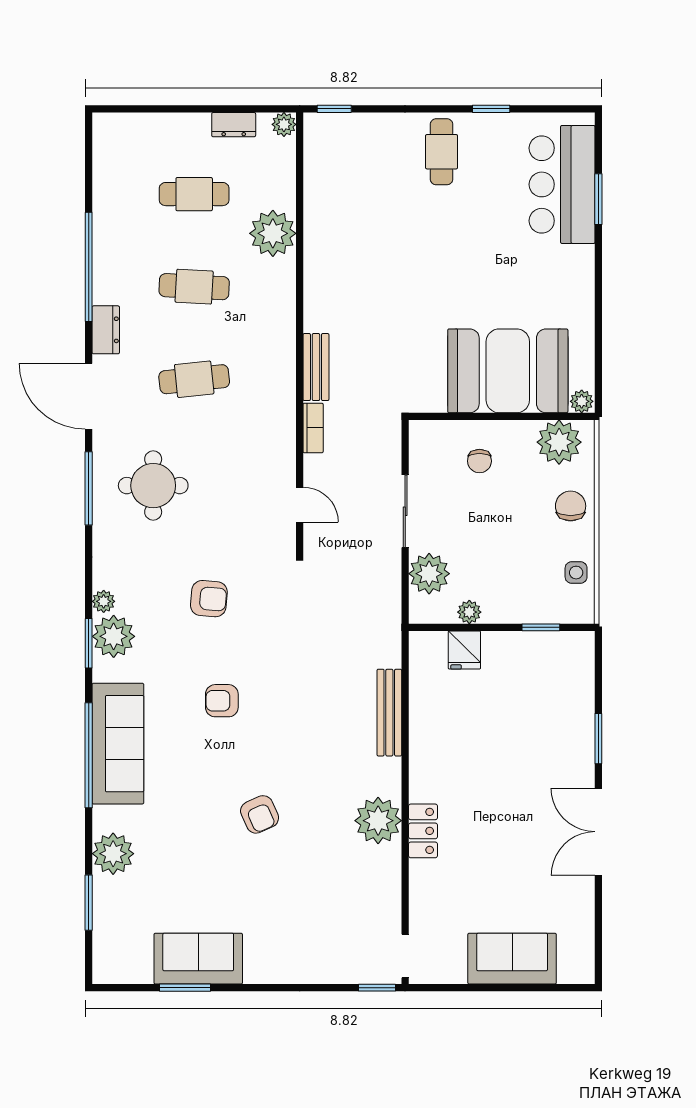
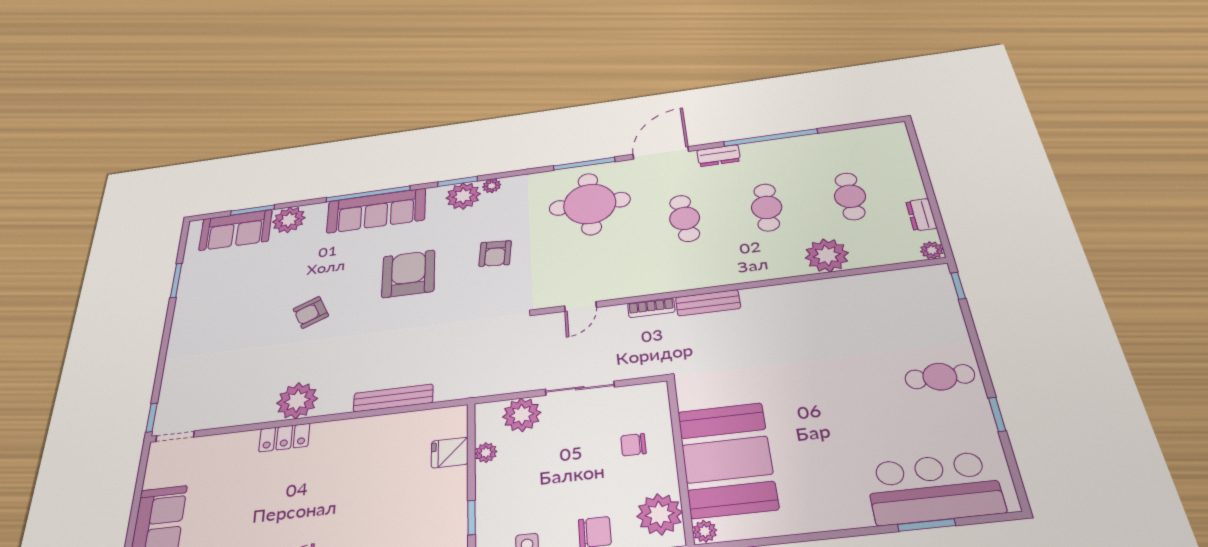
round table: (153, 486) -> (590, 204), width x1.36, depth x1.36
armchair: (222, 701) -> (408, 274), width x1.88, depth x1.88
sofa: (198, 959) -> (236, 230), moved, turned 90

